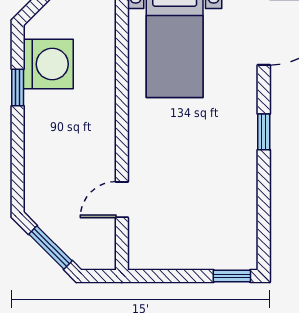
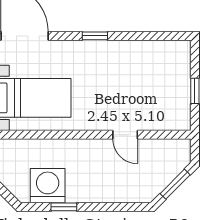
door: (122, 200) -> (125, 135), moved
window: (232, 276) -> (195, 91), moved

